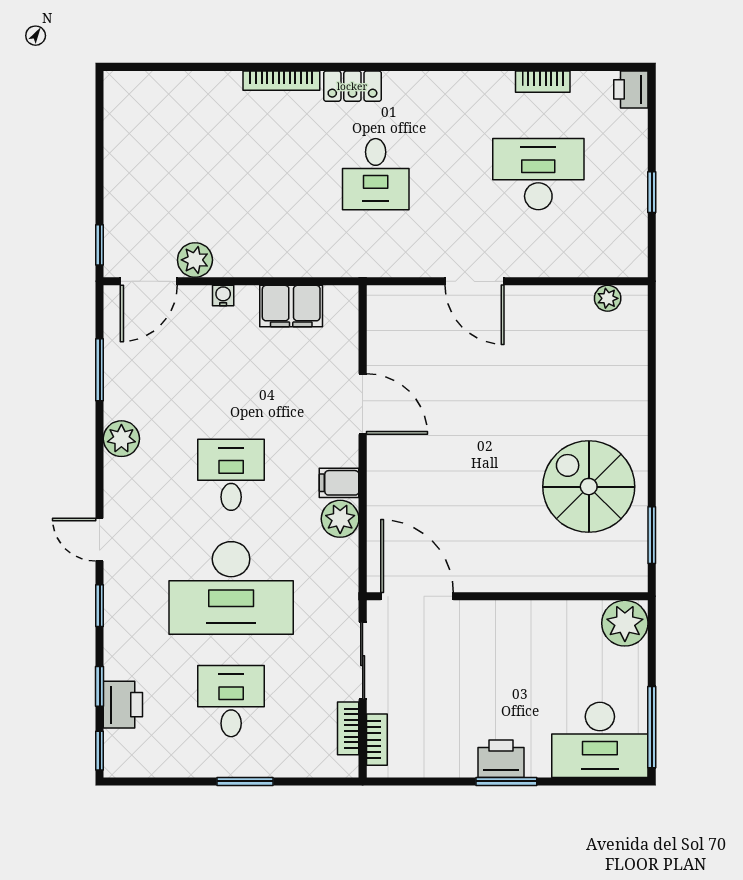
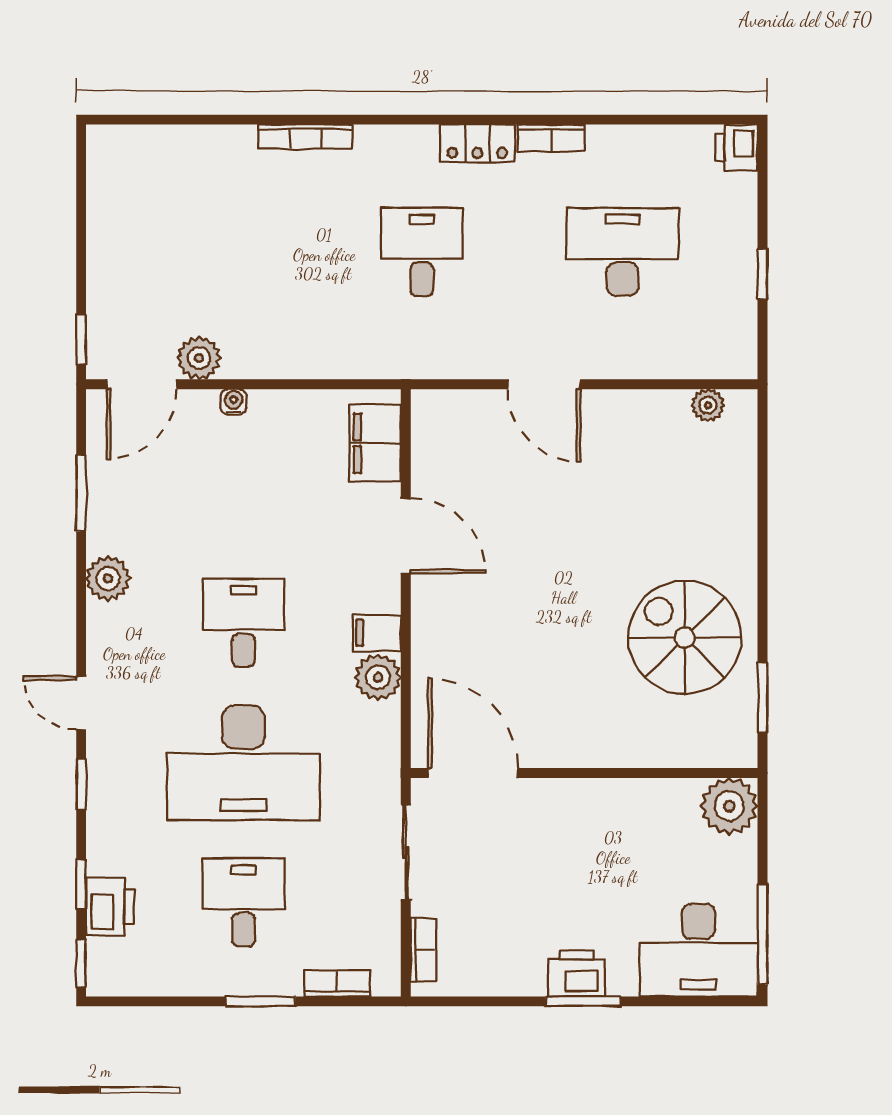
bookcase: (543, 82) -> (551, 138), moved
locker: (352, 86) -> (477, 143), moved
desk: (376, 174) -> (422, 252), turned 180
filing cabinet: (291, 306) -> (375, 443), moved, turned 90
bookcase: (348, 728) -> (337, 984), moved, turned 90

